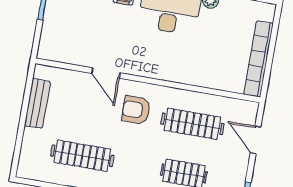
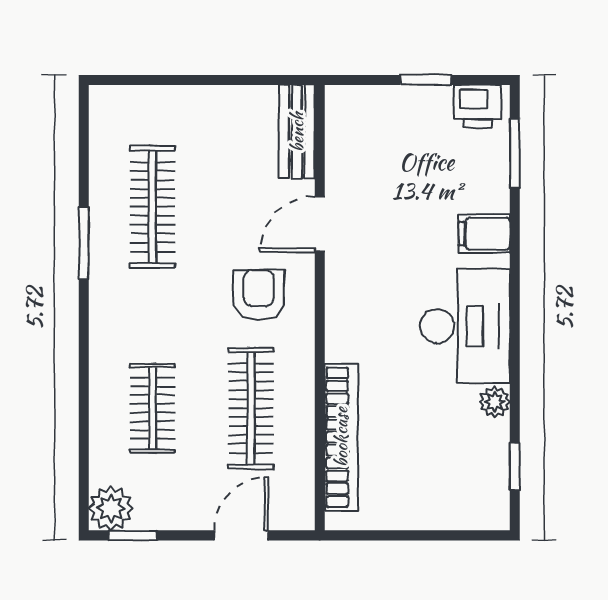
bookcase: (258, 59) -> (341, 437), moved, turned 90
bench: (37, 103) -> (297, 132), moved, turned 90

